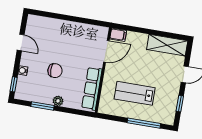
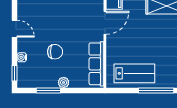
lab bench: (135, 93) -> (134, 73), moved, turned 180

